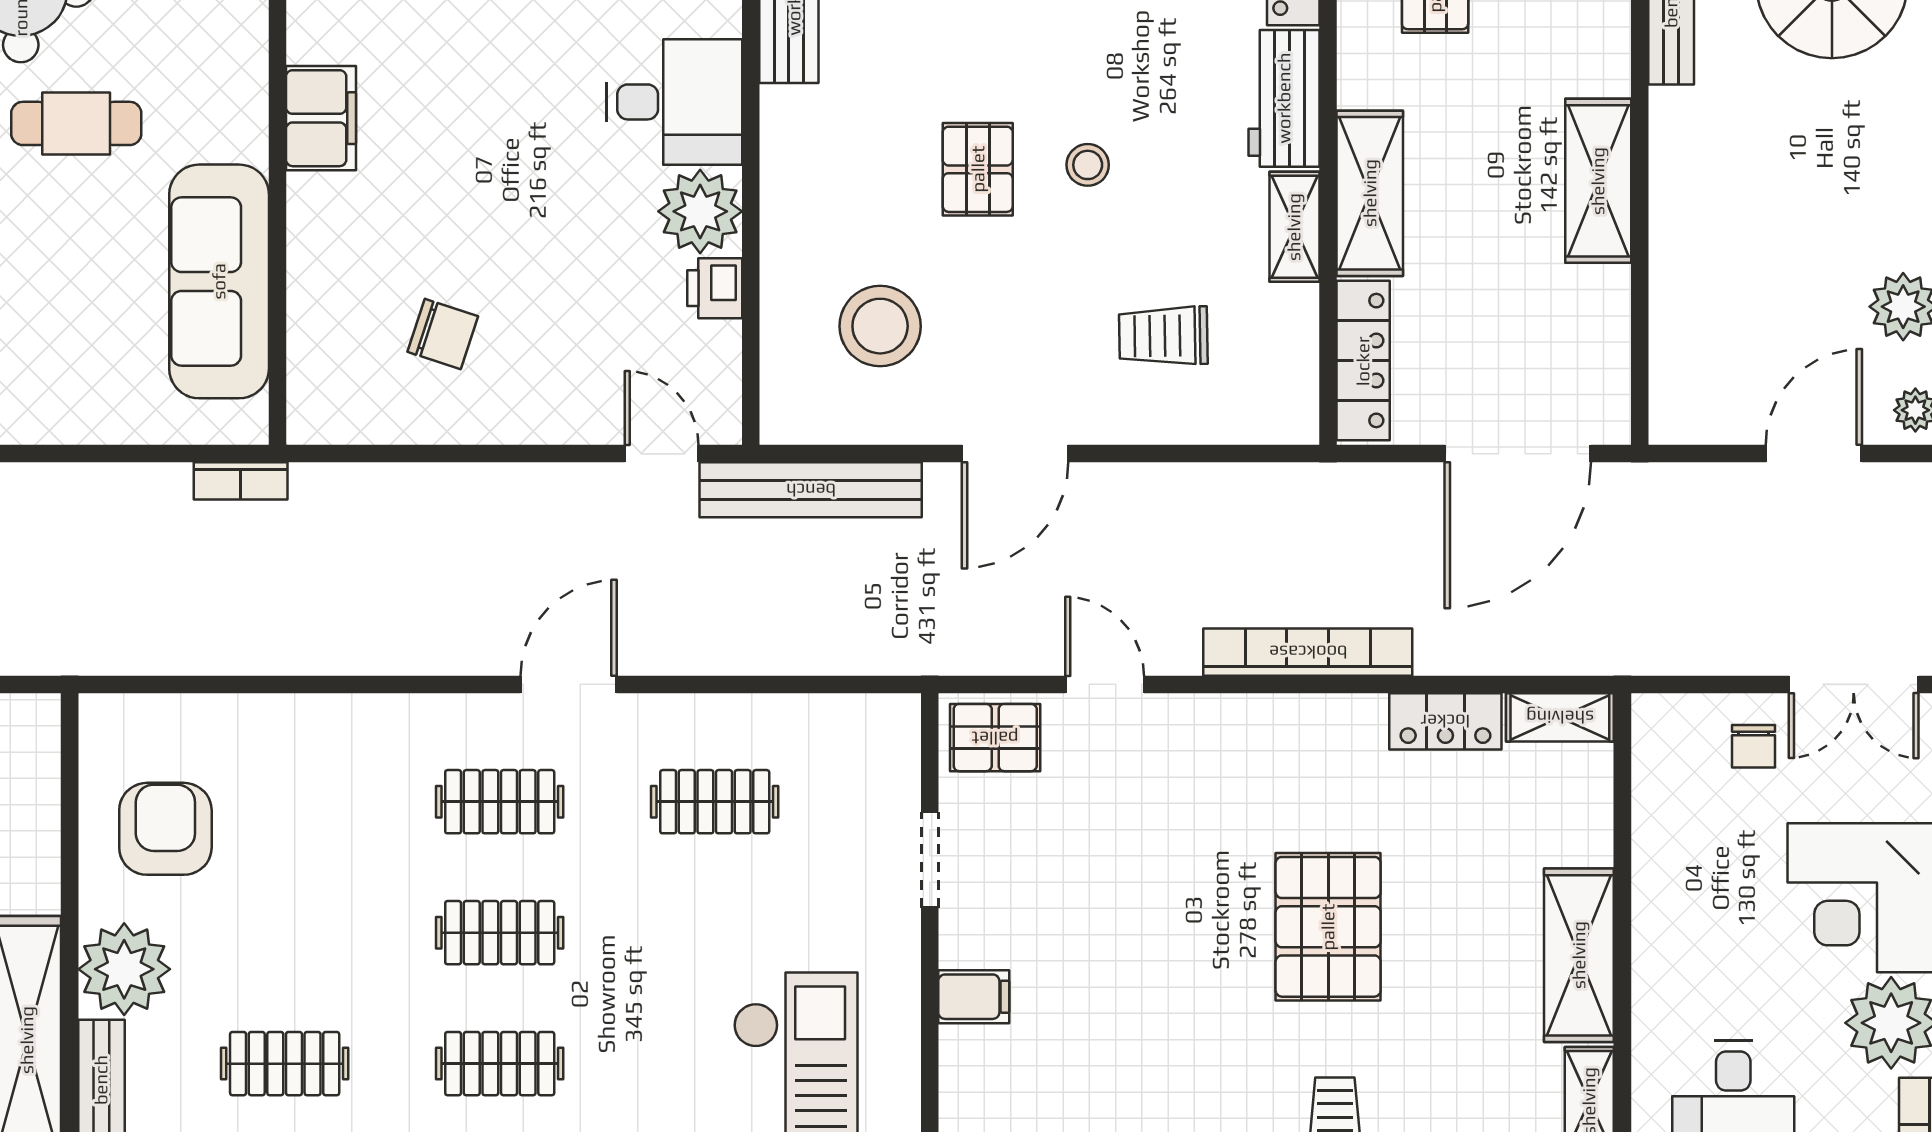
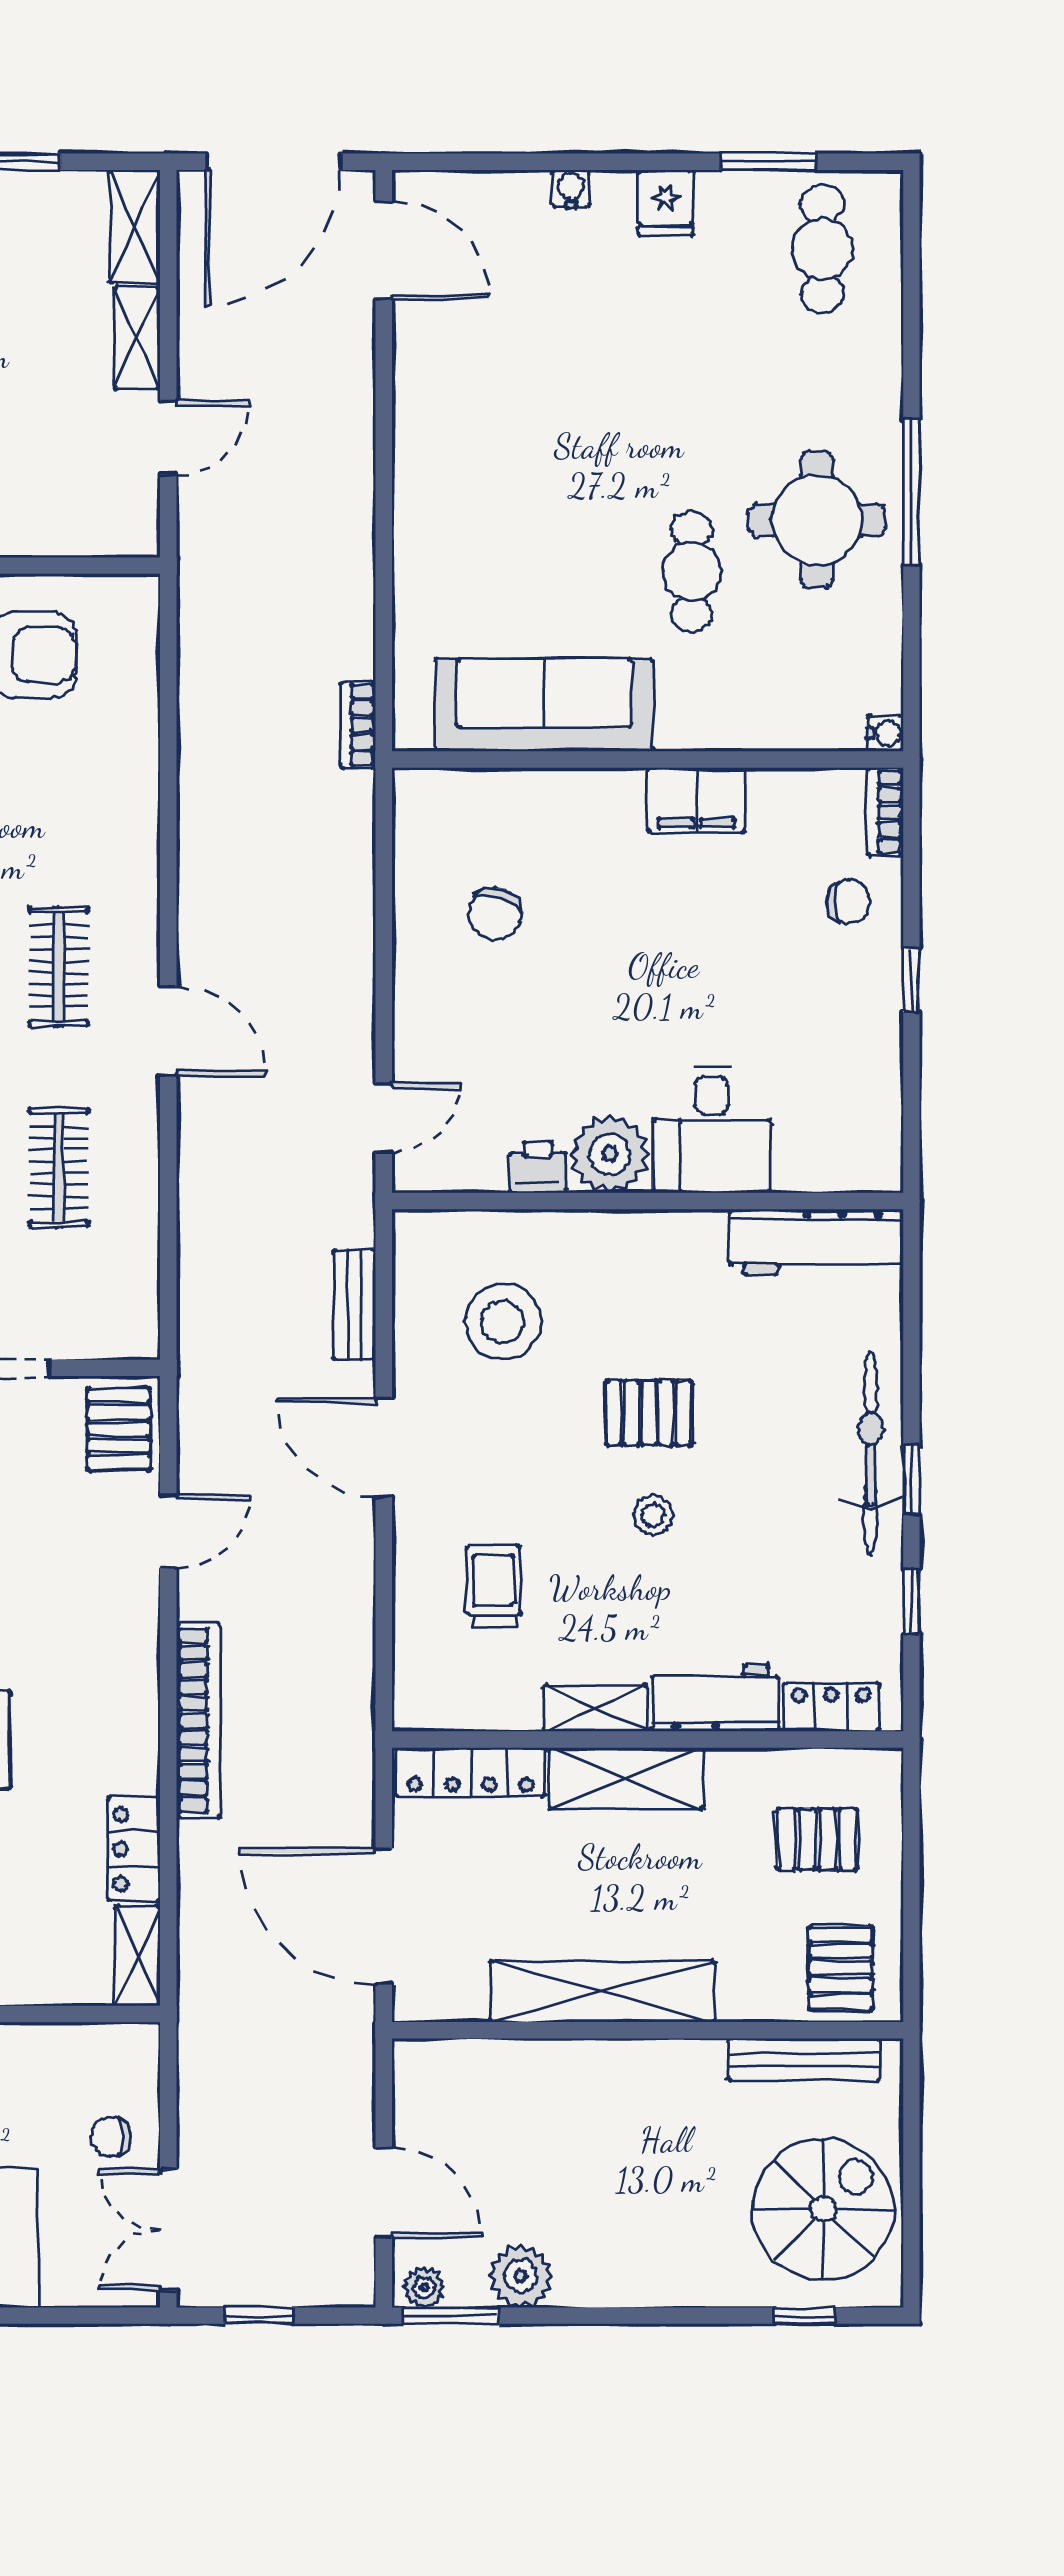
shelving: (1598, 181) -> (602, 1992), width x1.47
bench: (811, 490) -> (354, 1305), width x0.54, depth x0.82

